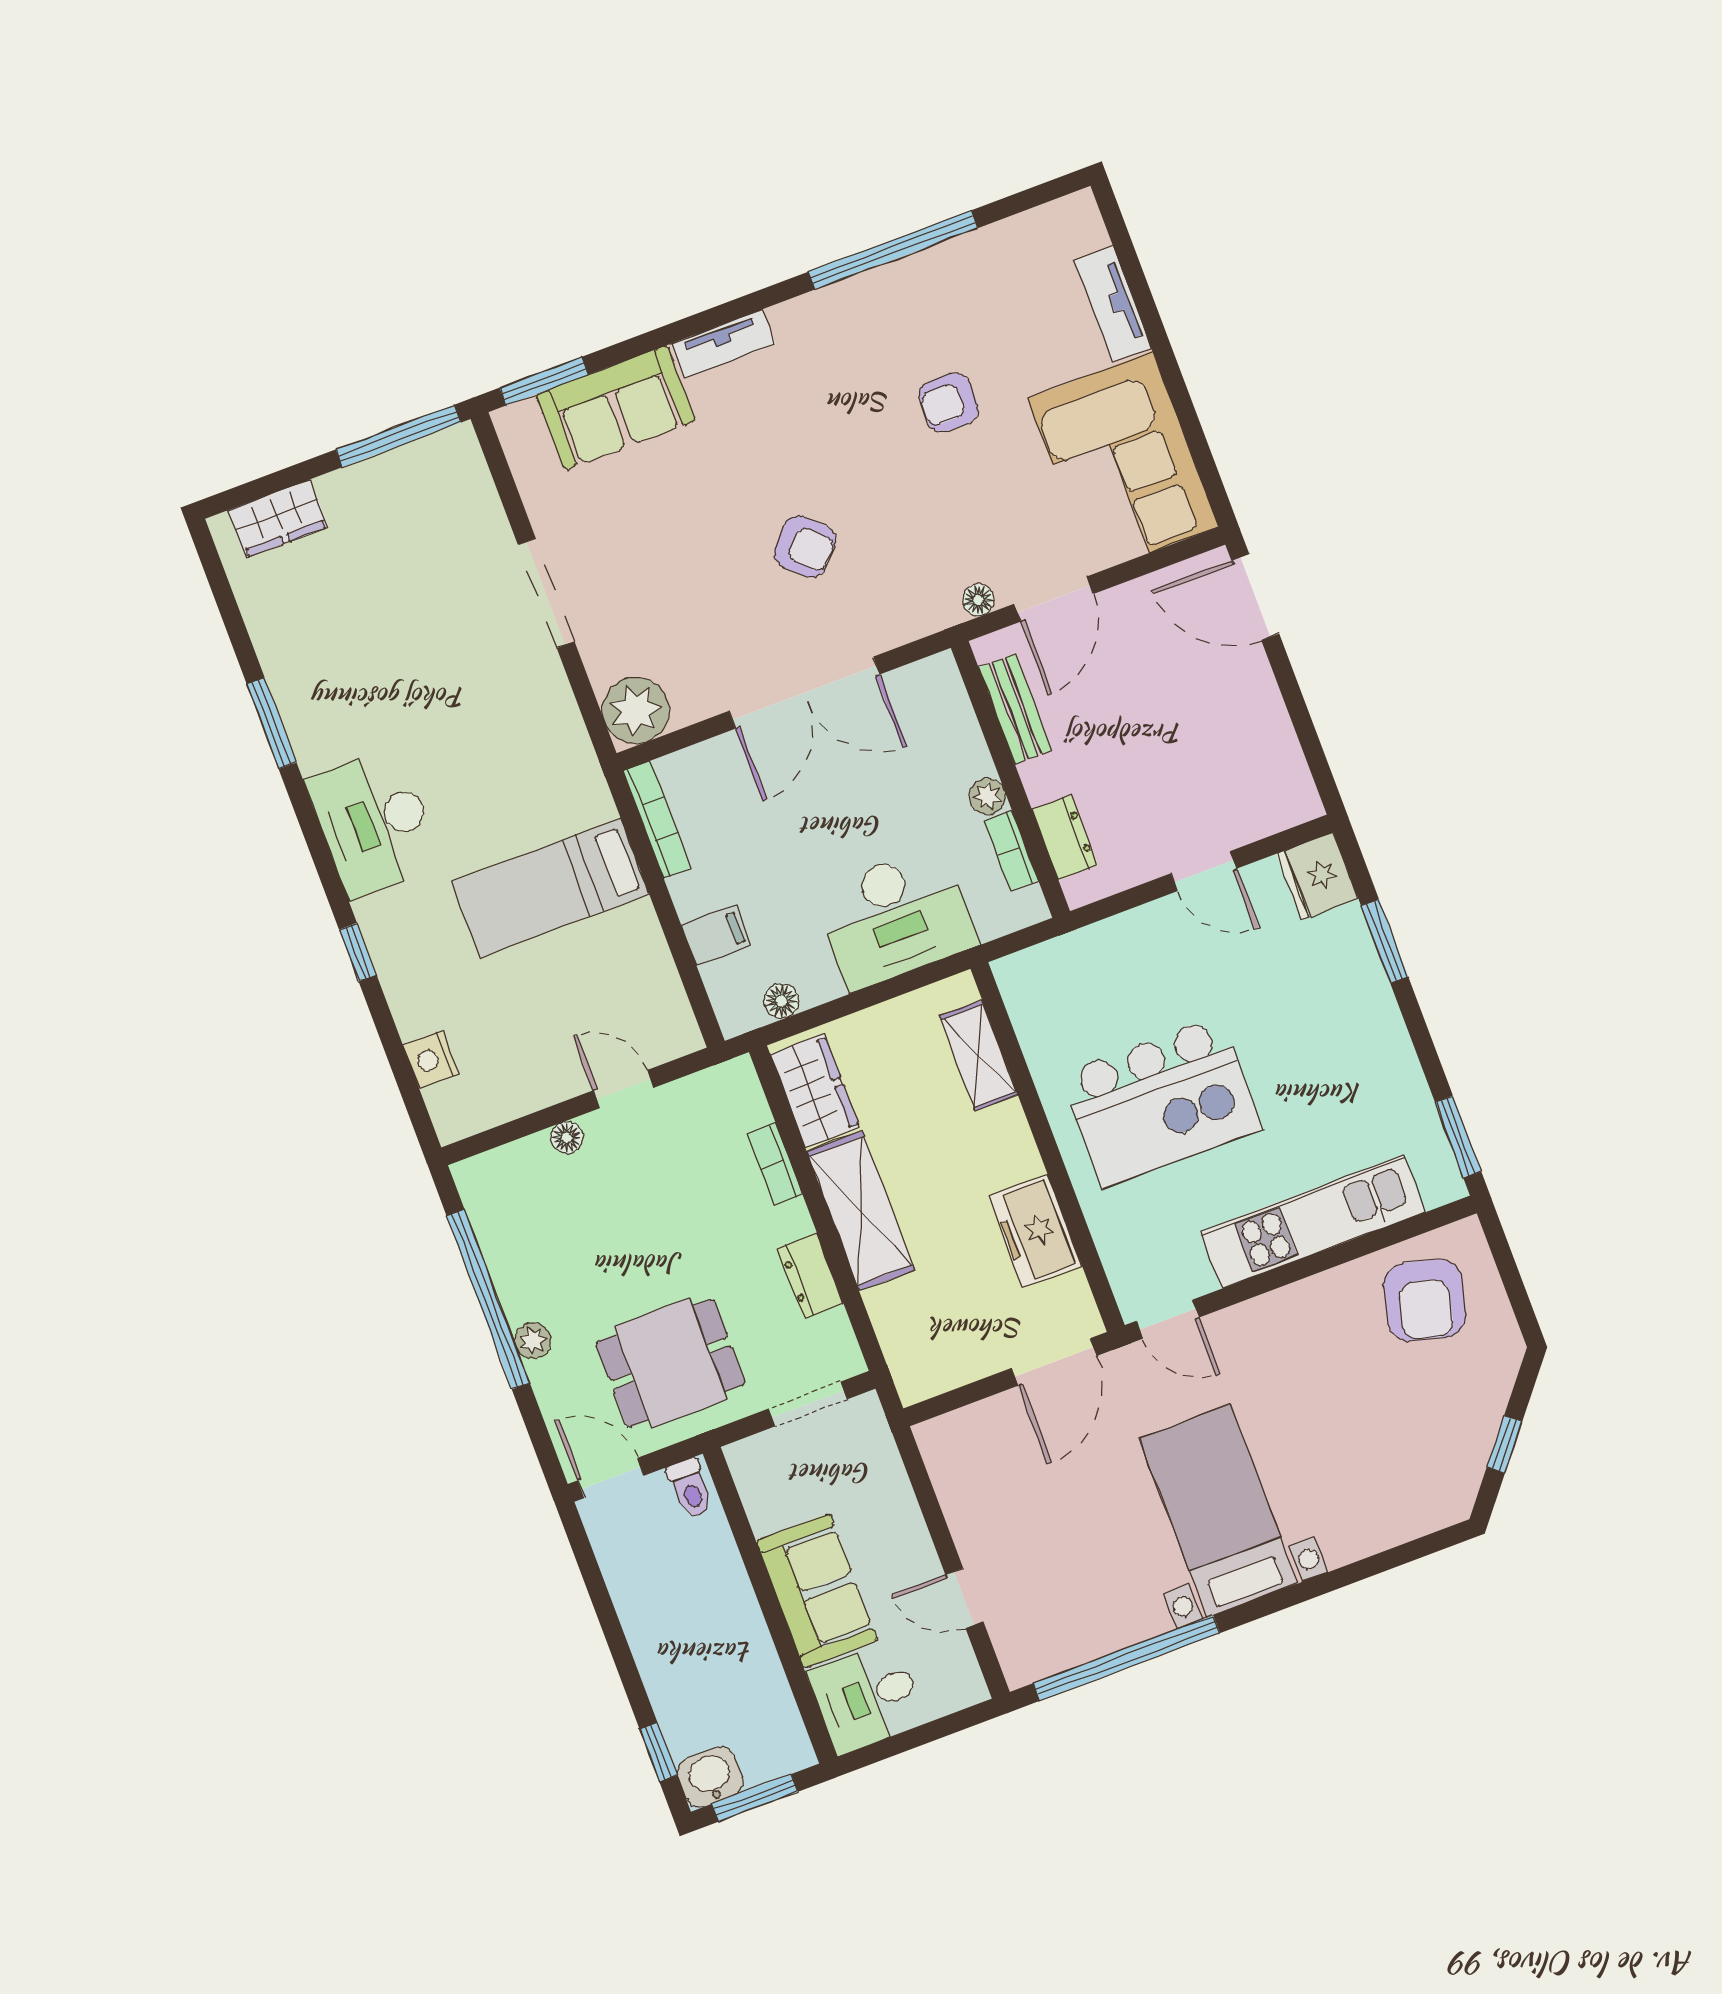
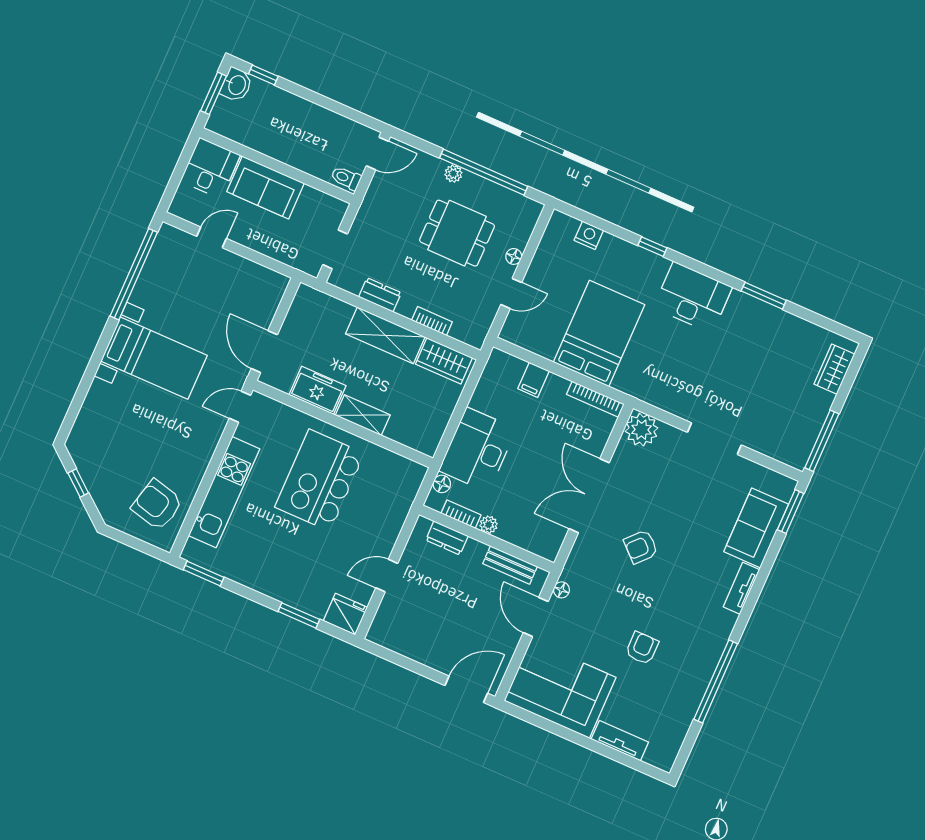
bed: (550, 888) -> (599, 333), width x1.50
floor lamp: (781, 1001) -> (442, 484), moved
shelving: (979, 1056) -> (363, 415), moved
dining table: (671, 1363) -> (457, 233), moved, turned 90

